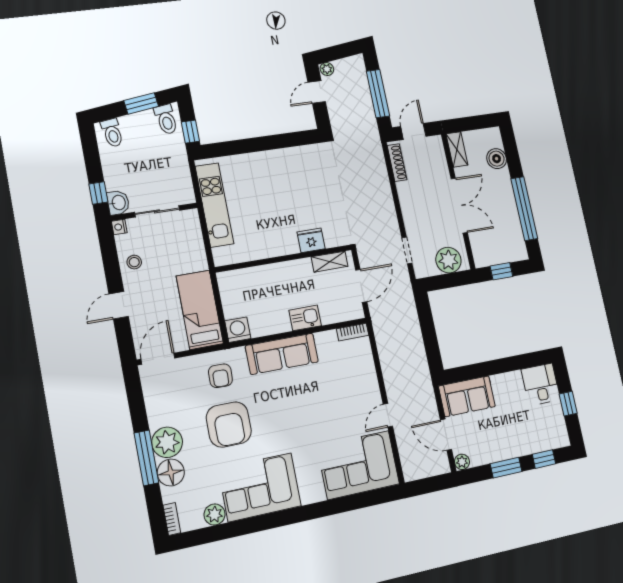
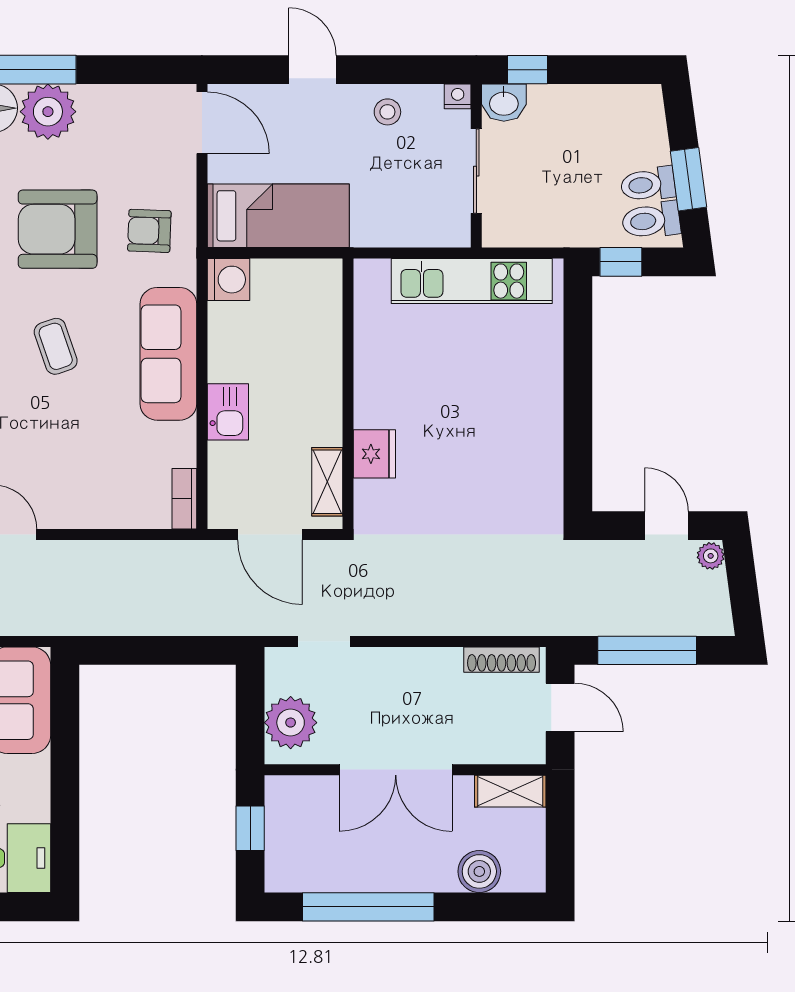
toilet: (112, 133) -> (648, 184), moved
coffee table: (290, 413) -> (56, 346), added

